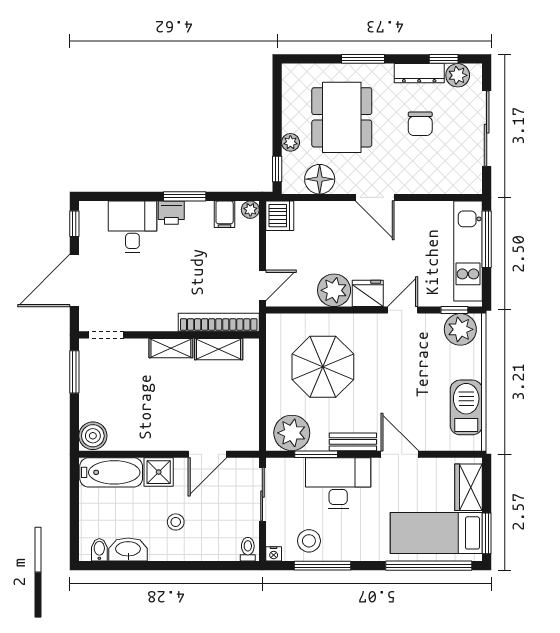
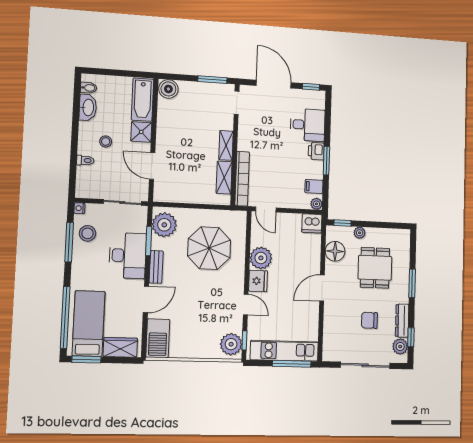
dining table: (342, 117) -> (375, 268), width x0.73
barbecue: (466, 407) -> (158, 338), moved, turned 90
toilet: (248, 549) -> (85, 160), moved

